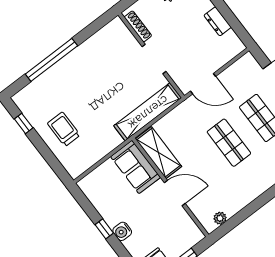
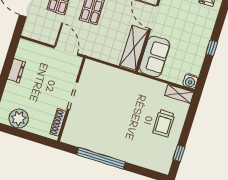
window: (51, 60) -> (101, 158), moved
shelving: (148, 112) -> (179, 94), moved, width x0.45, depth x0.75
water cooler: (122, 231) -> (190, 81), moved, turned 90

